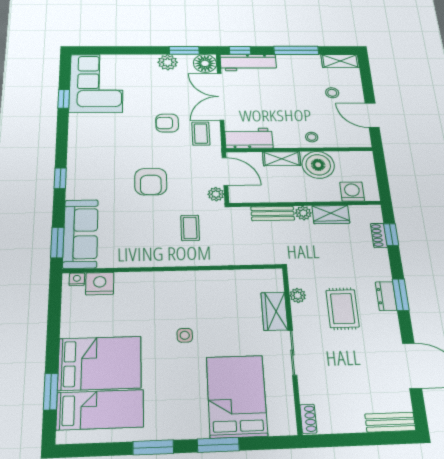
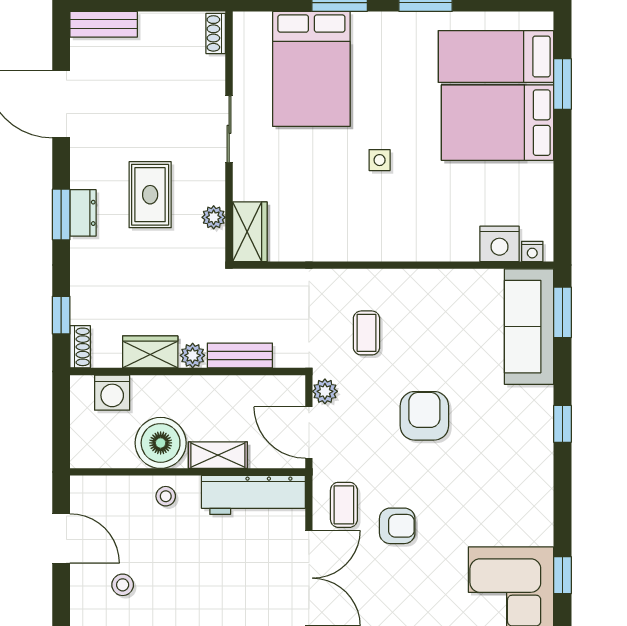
workbench: (249, 138) -> (253, 495), width x1.38
shoe rack: (379, 235) -> (80, 347), moved
wardrobe: (274, 311) -> (250, 232), moved

